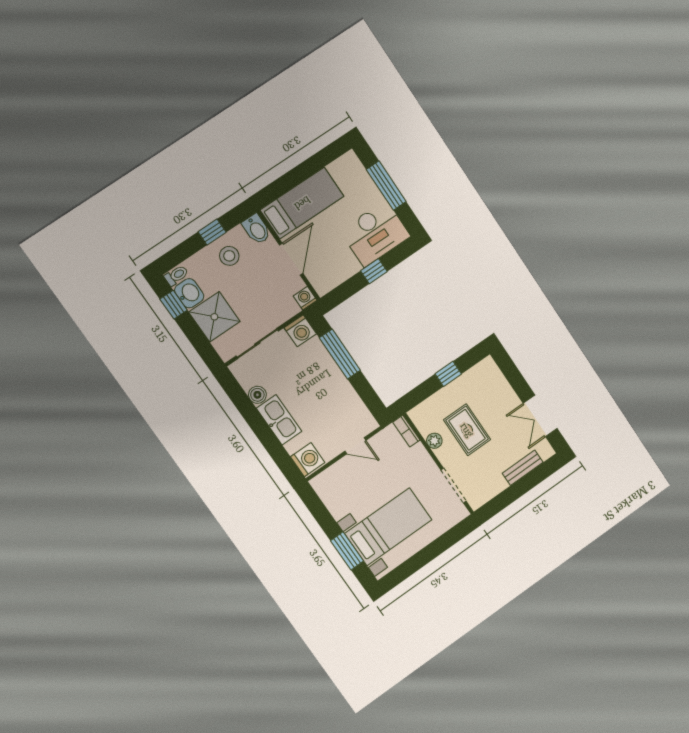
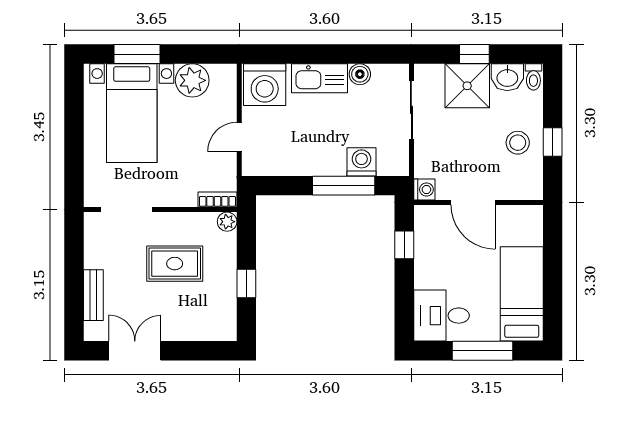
bed: (302, 203) -> (522, 294), moved, turned 180
bidet: (257, 229) -> (526, 188), removed
desk: (375, 234) -> (442, 316), width x0.73
window: (374, 271) -> (404, 245), moved
window: (174, 305) -> (474, 54), moved
washing machine: (300, 331) -> (361, 162), moved, turned 90
plant: (434, 441) -> (227, 222), moved
washing machine: (308, 460) -> (265, 85), width x1.37, depth x1.37
plant: (339, 503) -> (192, 80), added

